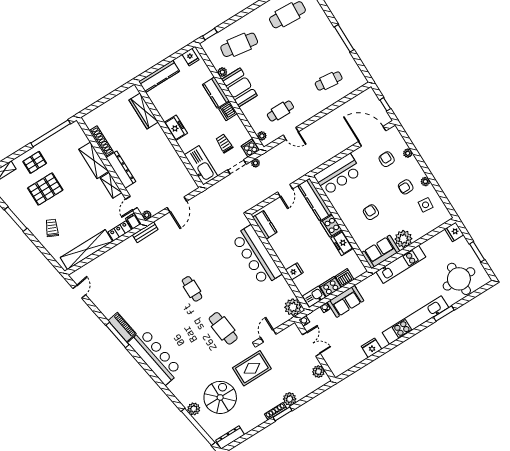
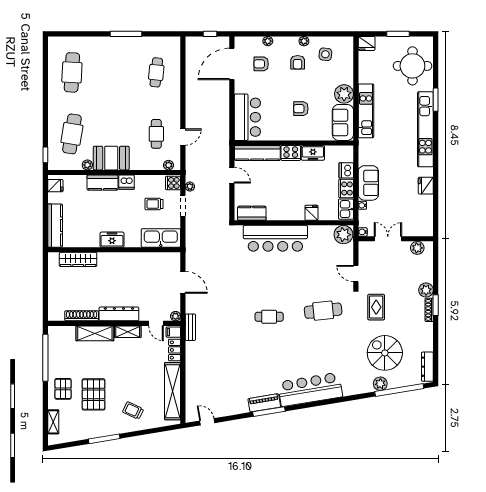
rug: (252, 368) -> (376, 307), width x0.73, depth x0.70

